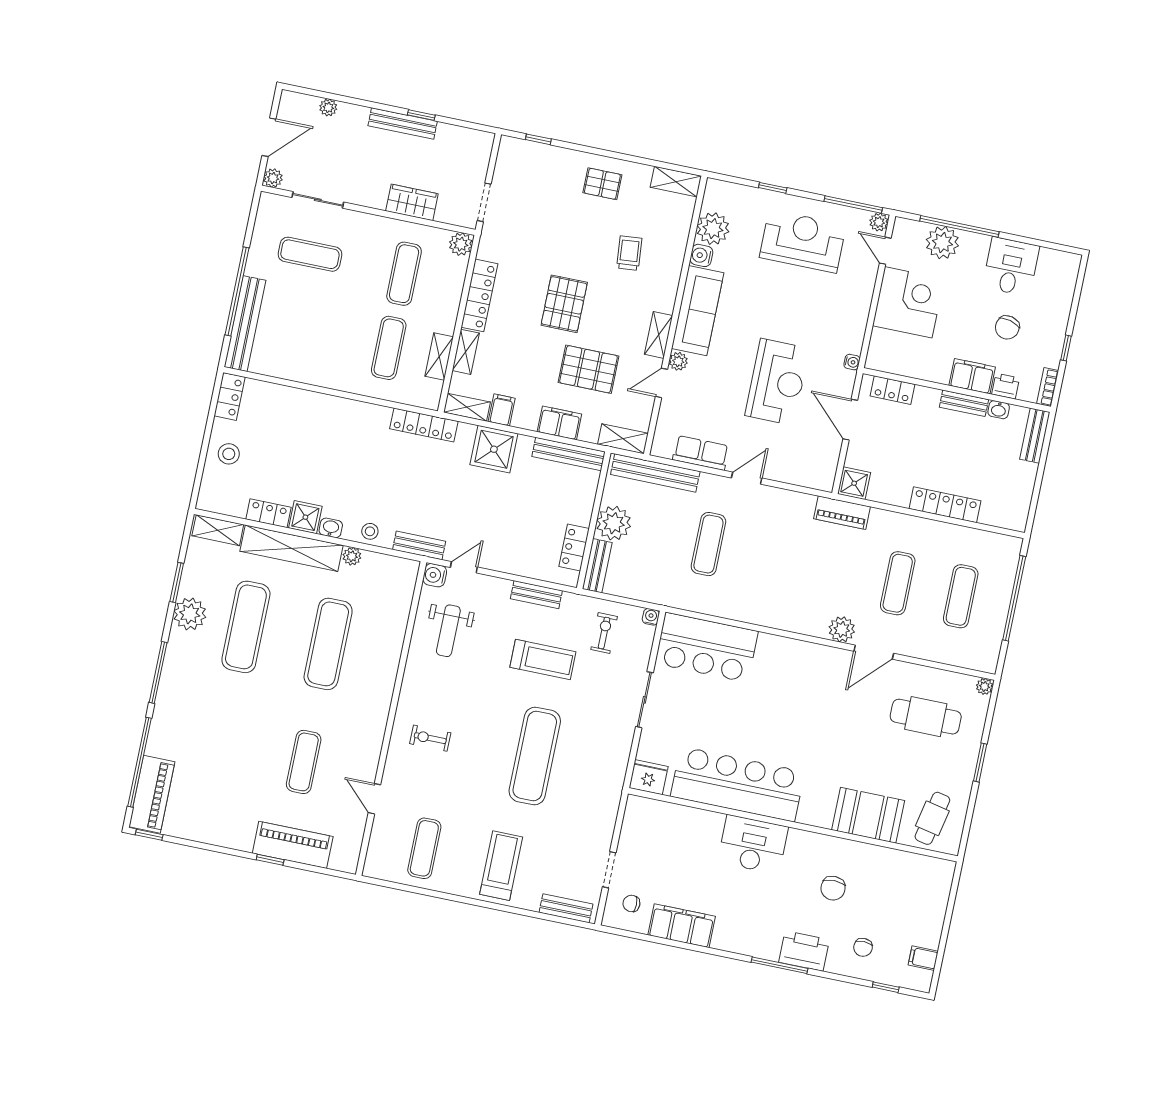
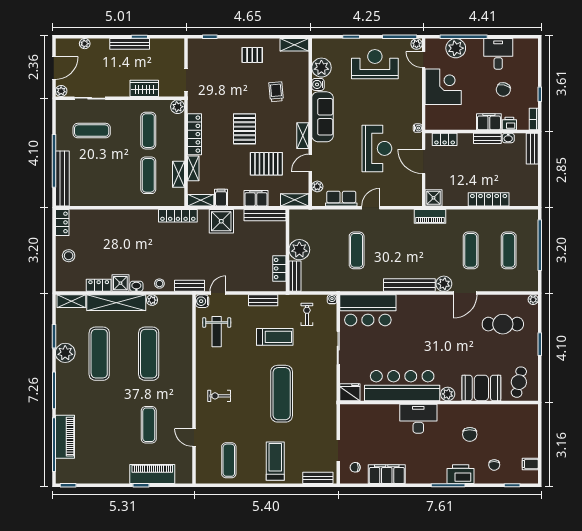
plant: (678, 361) -> (317, 186), moved
bench: (655, 473) -> (409, 285), moved
piano: (152, 794) -> (65, 437), moved
plant: (810, 814) -> (448, 394), added

